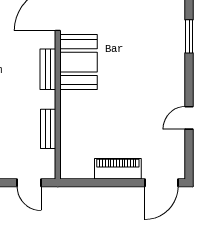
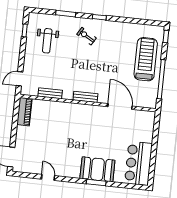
booth: (78, 62) -> (97, 169), moved
piano: (118, 169) -> (24, 112), moved

